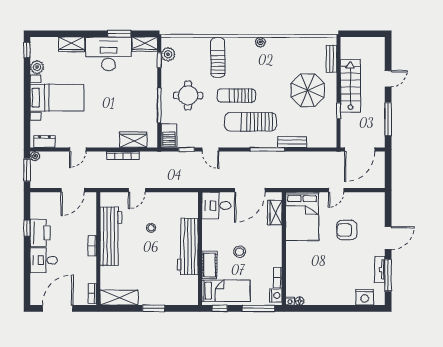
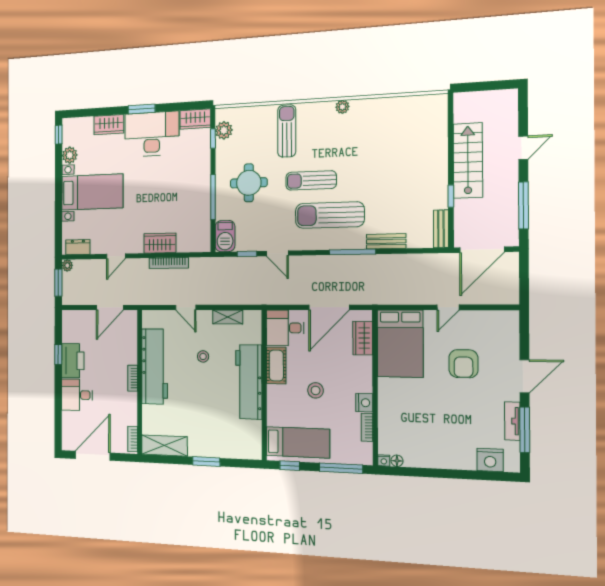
window: (119, 34) -> (142, 109), moved
bench: (331, 59) -> (441, 229), moved
parasol: (308, 90) -> (407, 169), removed
wardrobe: (133, 140) -> (160, 243), moved
door: (137, 190) -> (186, 307), hinge flipped
shelving: (171, 197) -> (228, 317), added
armchair: (347, 230) -> (463, 364), turned -90
cot: (209, 265) -> (276, 366), moved
nightstand: (276, 296) -> (364, 403), moved

